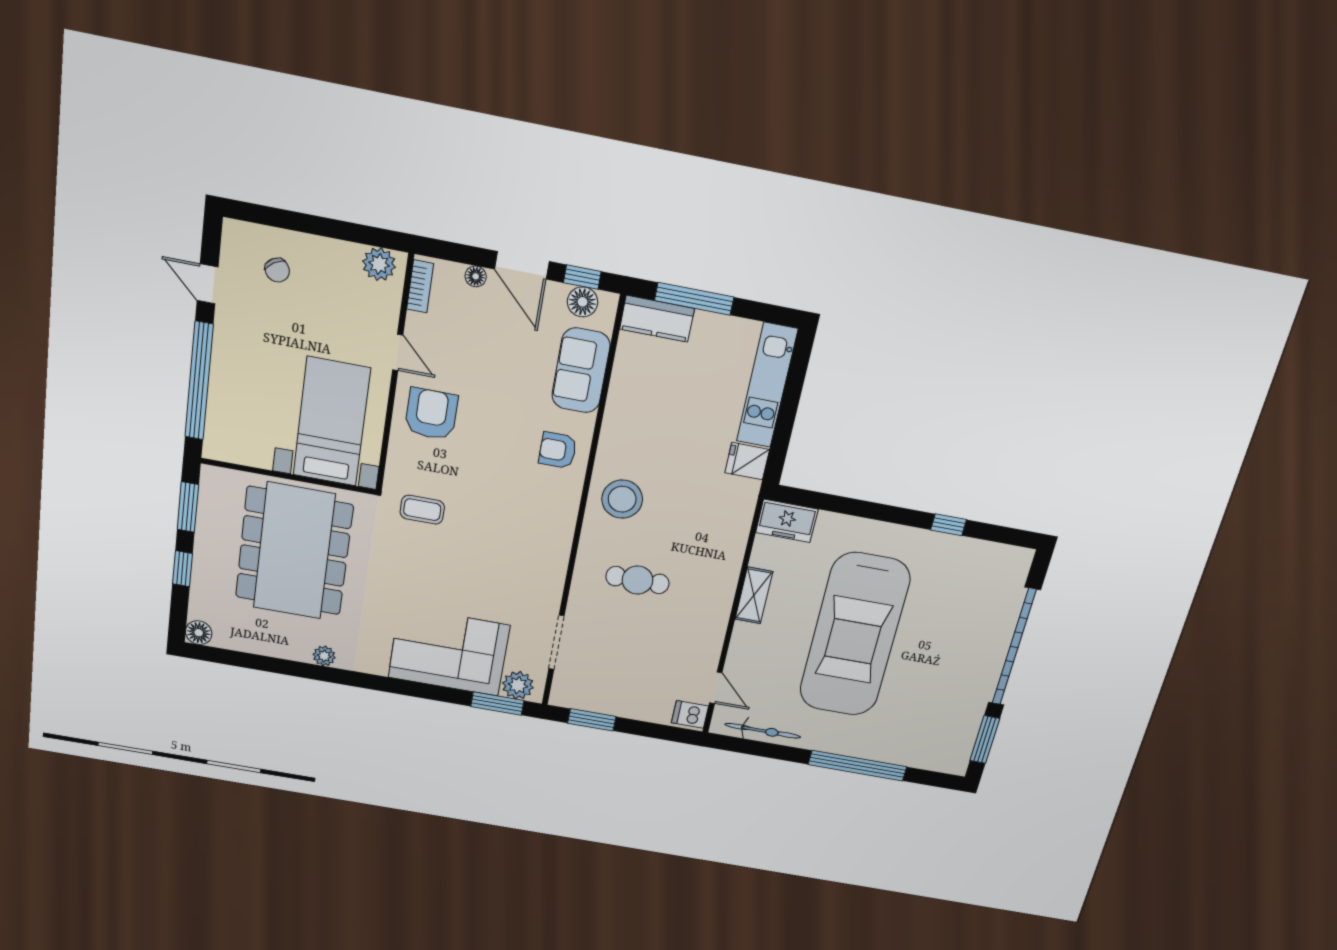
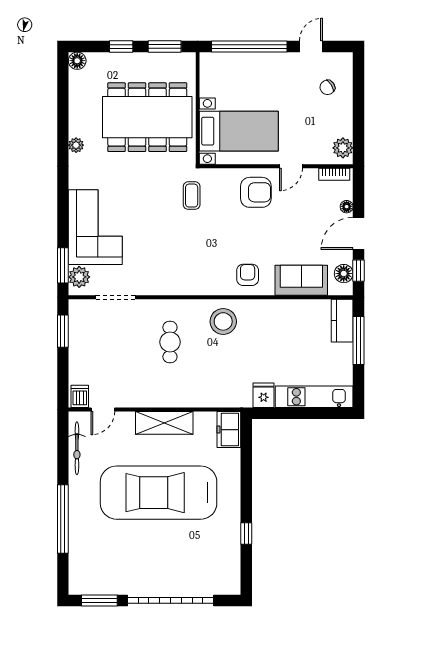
shelving: (754, 595) -> (164, 423), width x1.50, depth x1.33

